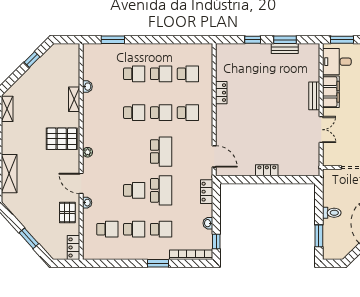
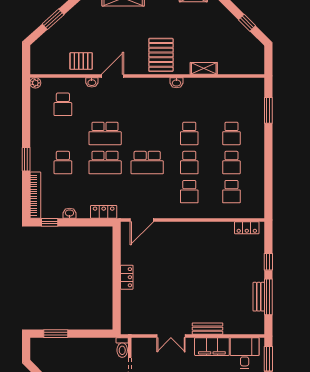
window: (285, 40) -> (268, 297), width x1.44
washbasin: (87, 87) -> (176, 83), moved
locker: (221, 93) -> (247, 228), moved
plant: (88, 152) -> (35, 83), moved
school desk: (134, 190) -> (105, 133), width x1.85
toilet: (332, 213) -> (122, 348), moved
school desk: (134, 229) -> (63, 133), removed
locker: (74, 247) -> (43, 68), removed

